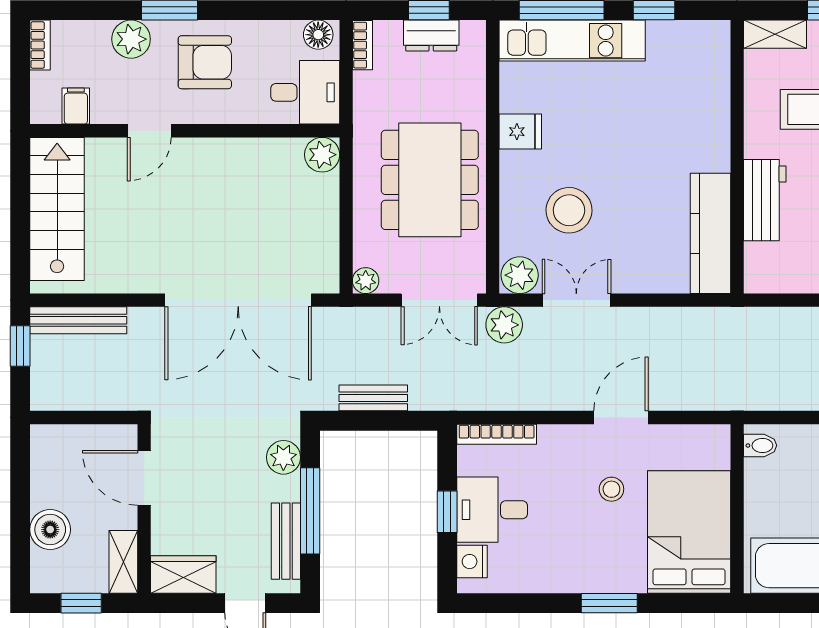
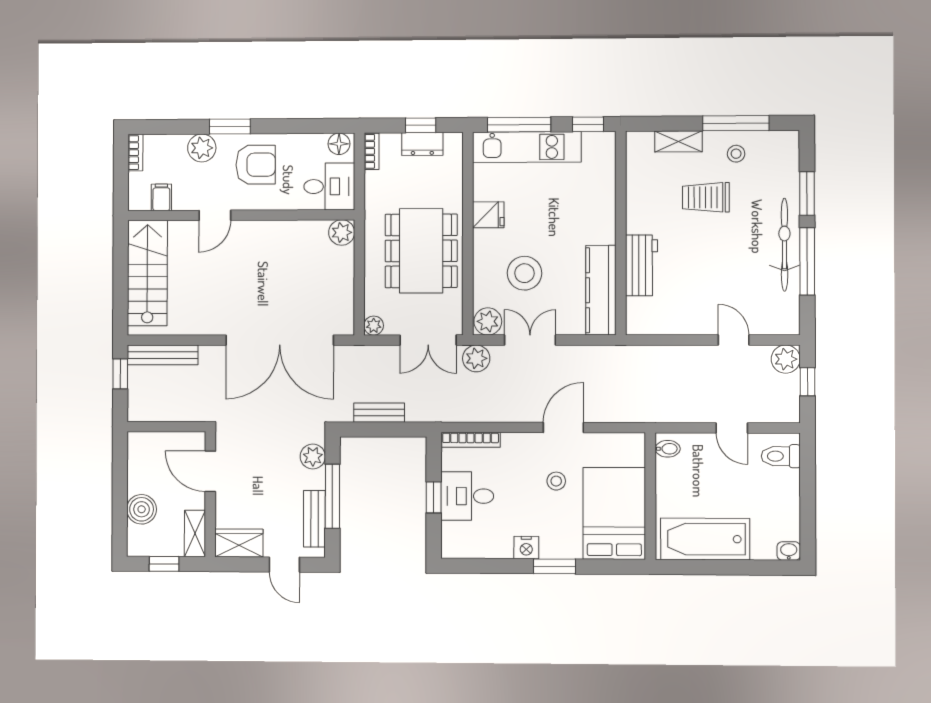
wall: (737, 157) -> (621, 233), moved
workbench: (765, 200) -> (641, 265), moved
kitchen counter: (710, 233) -> (601, 290), moved
nightstand: (472, 562) -> (526, 548), moved, turned -90

